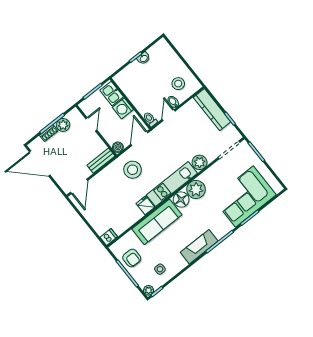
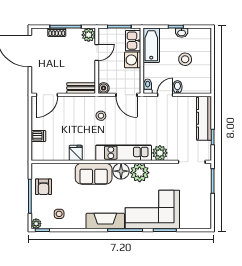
stool: (178, 84) -> (185, 59), moved
bathtub: (128, 86) -> (151, 45), added
plant: (63, 125) -> (89, 35), moved
door: (139, 138) -> (127, 95), swing flipped
stool: (133, 170) -> (101, 116), width x0.53, depth x0.53
corner sofa: (244, 197) -> (152, 209), moved
fridge: (145, 205) -> (76, 153), moved
sofa: (157, 222) -> (94, 174), width x0.73
dishwasher: (109, 237) -> (38, 136), moved

